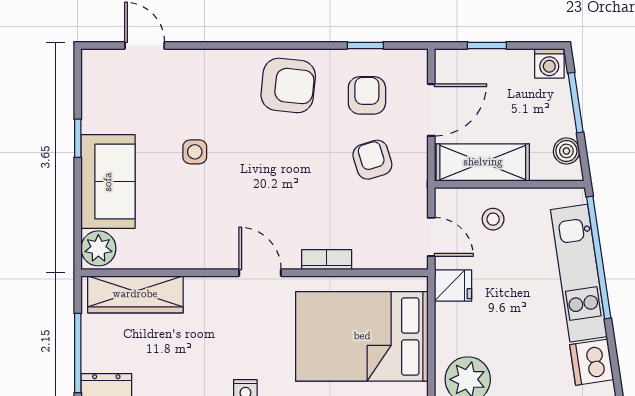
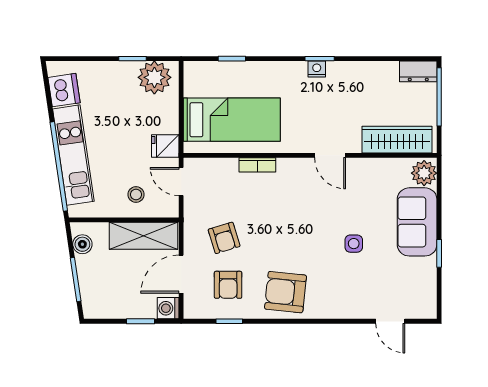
washing machine: (549, 63) -> (168, 308), moved, turned -90
door: (260, 273) -> (330, 155), moved
bed: (362, 336) -> (232, 120), width x0.67

